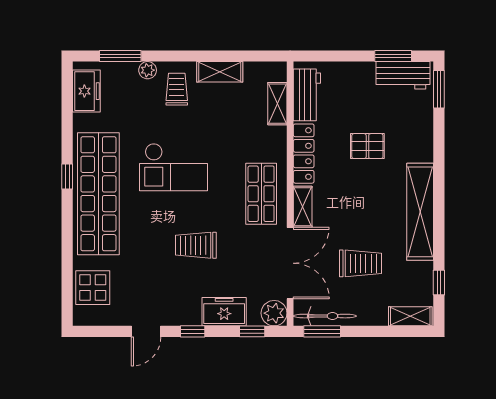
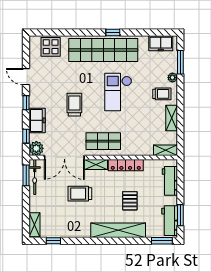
workbench: (307, 95) -> (170, 181), moved, turned 90
shelving: (277, 104) -> (165, 150), moved
shelving: (420, 212) -> (118, 230), moved
trolley: (360, 263) -> (80, 194), moved, turned 90

